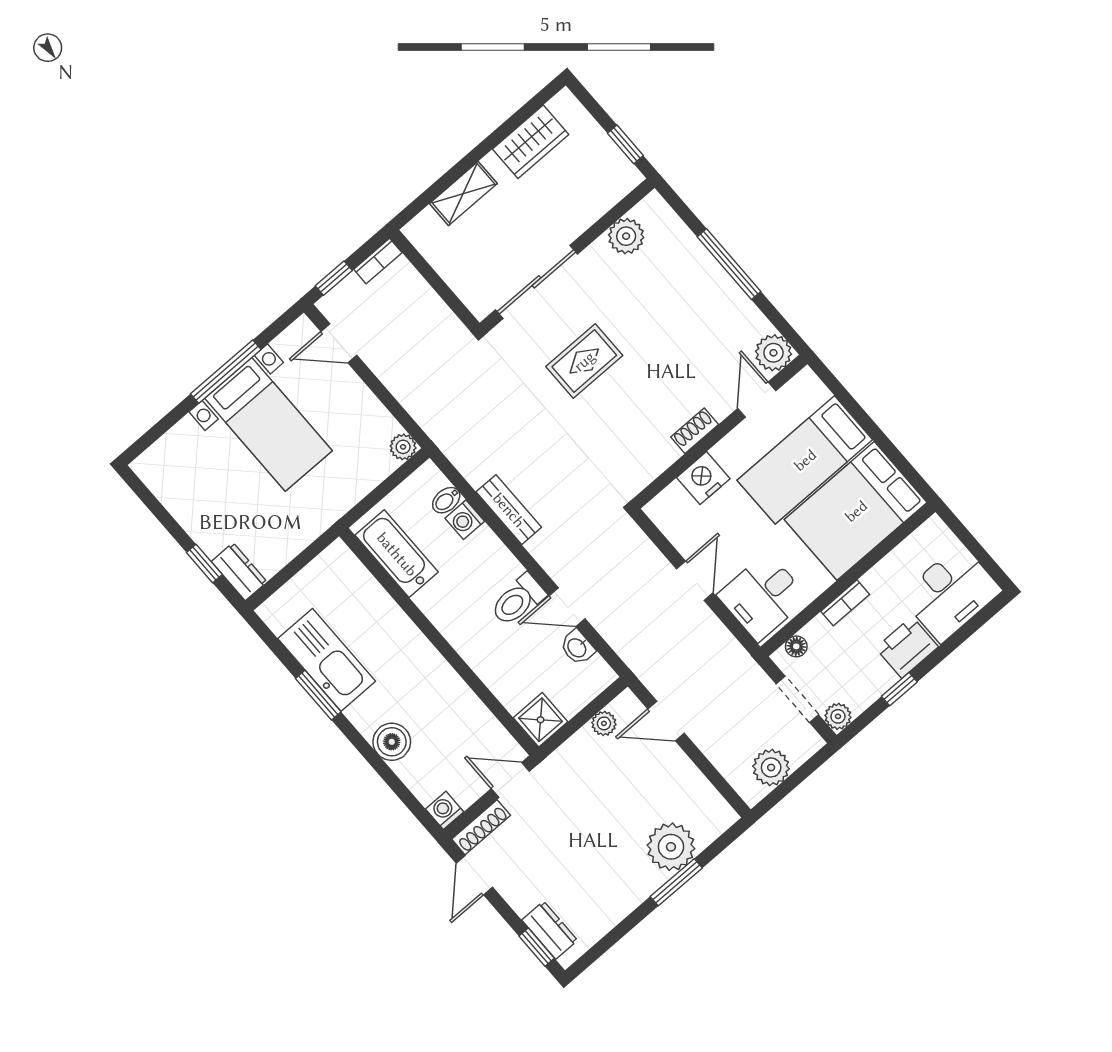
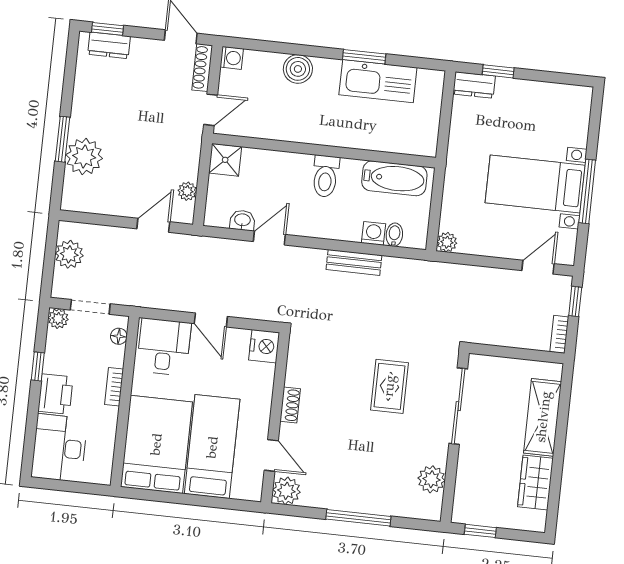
shelving: (463, 193) -> (543, 417), width x1.50, depth x1.33
nightstand: (703, 478) -> (264, 346), moved
toilet: (518, 600) -> (325, 176), moved, turned 180

